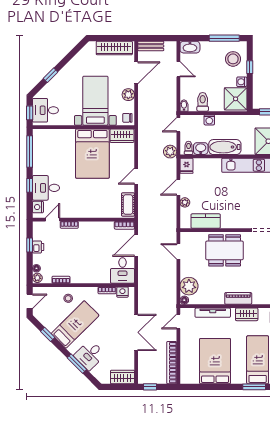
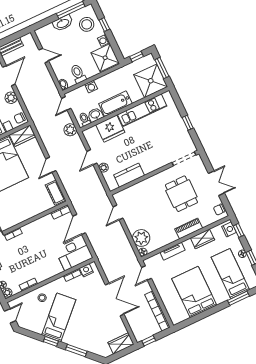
washbasin: (190, 47) -> (63, 23), moved
fridge: (186, 166) -> (110, 129), moved, width x1.88, depth x1.34
dining table: (225, 250) -> (181, 194), moved, width x0.73
door: (178, 251) -> (118, 212), hinge flipped
desk: (122, 270) -> (74, 253), width x1.37
tv unit: (213, 313) -> (173, 251), width x0.71
window: (48, 334) -> (51, 341), moved
desk: (90, 355) -> (84, 338), removed

